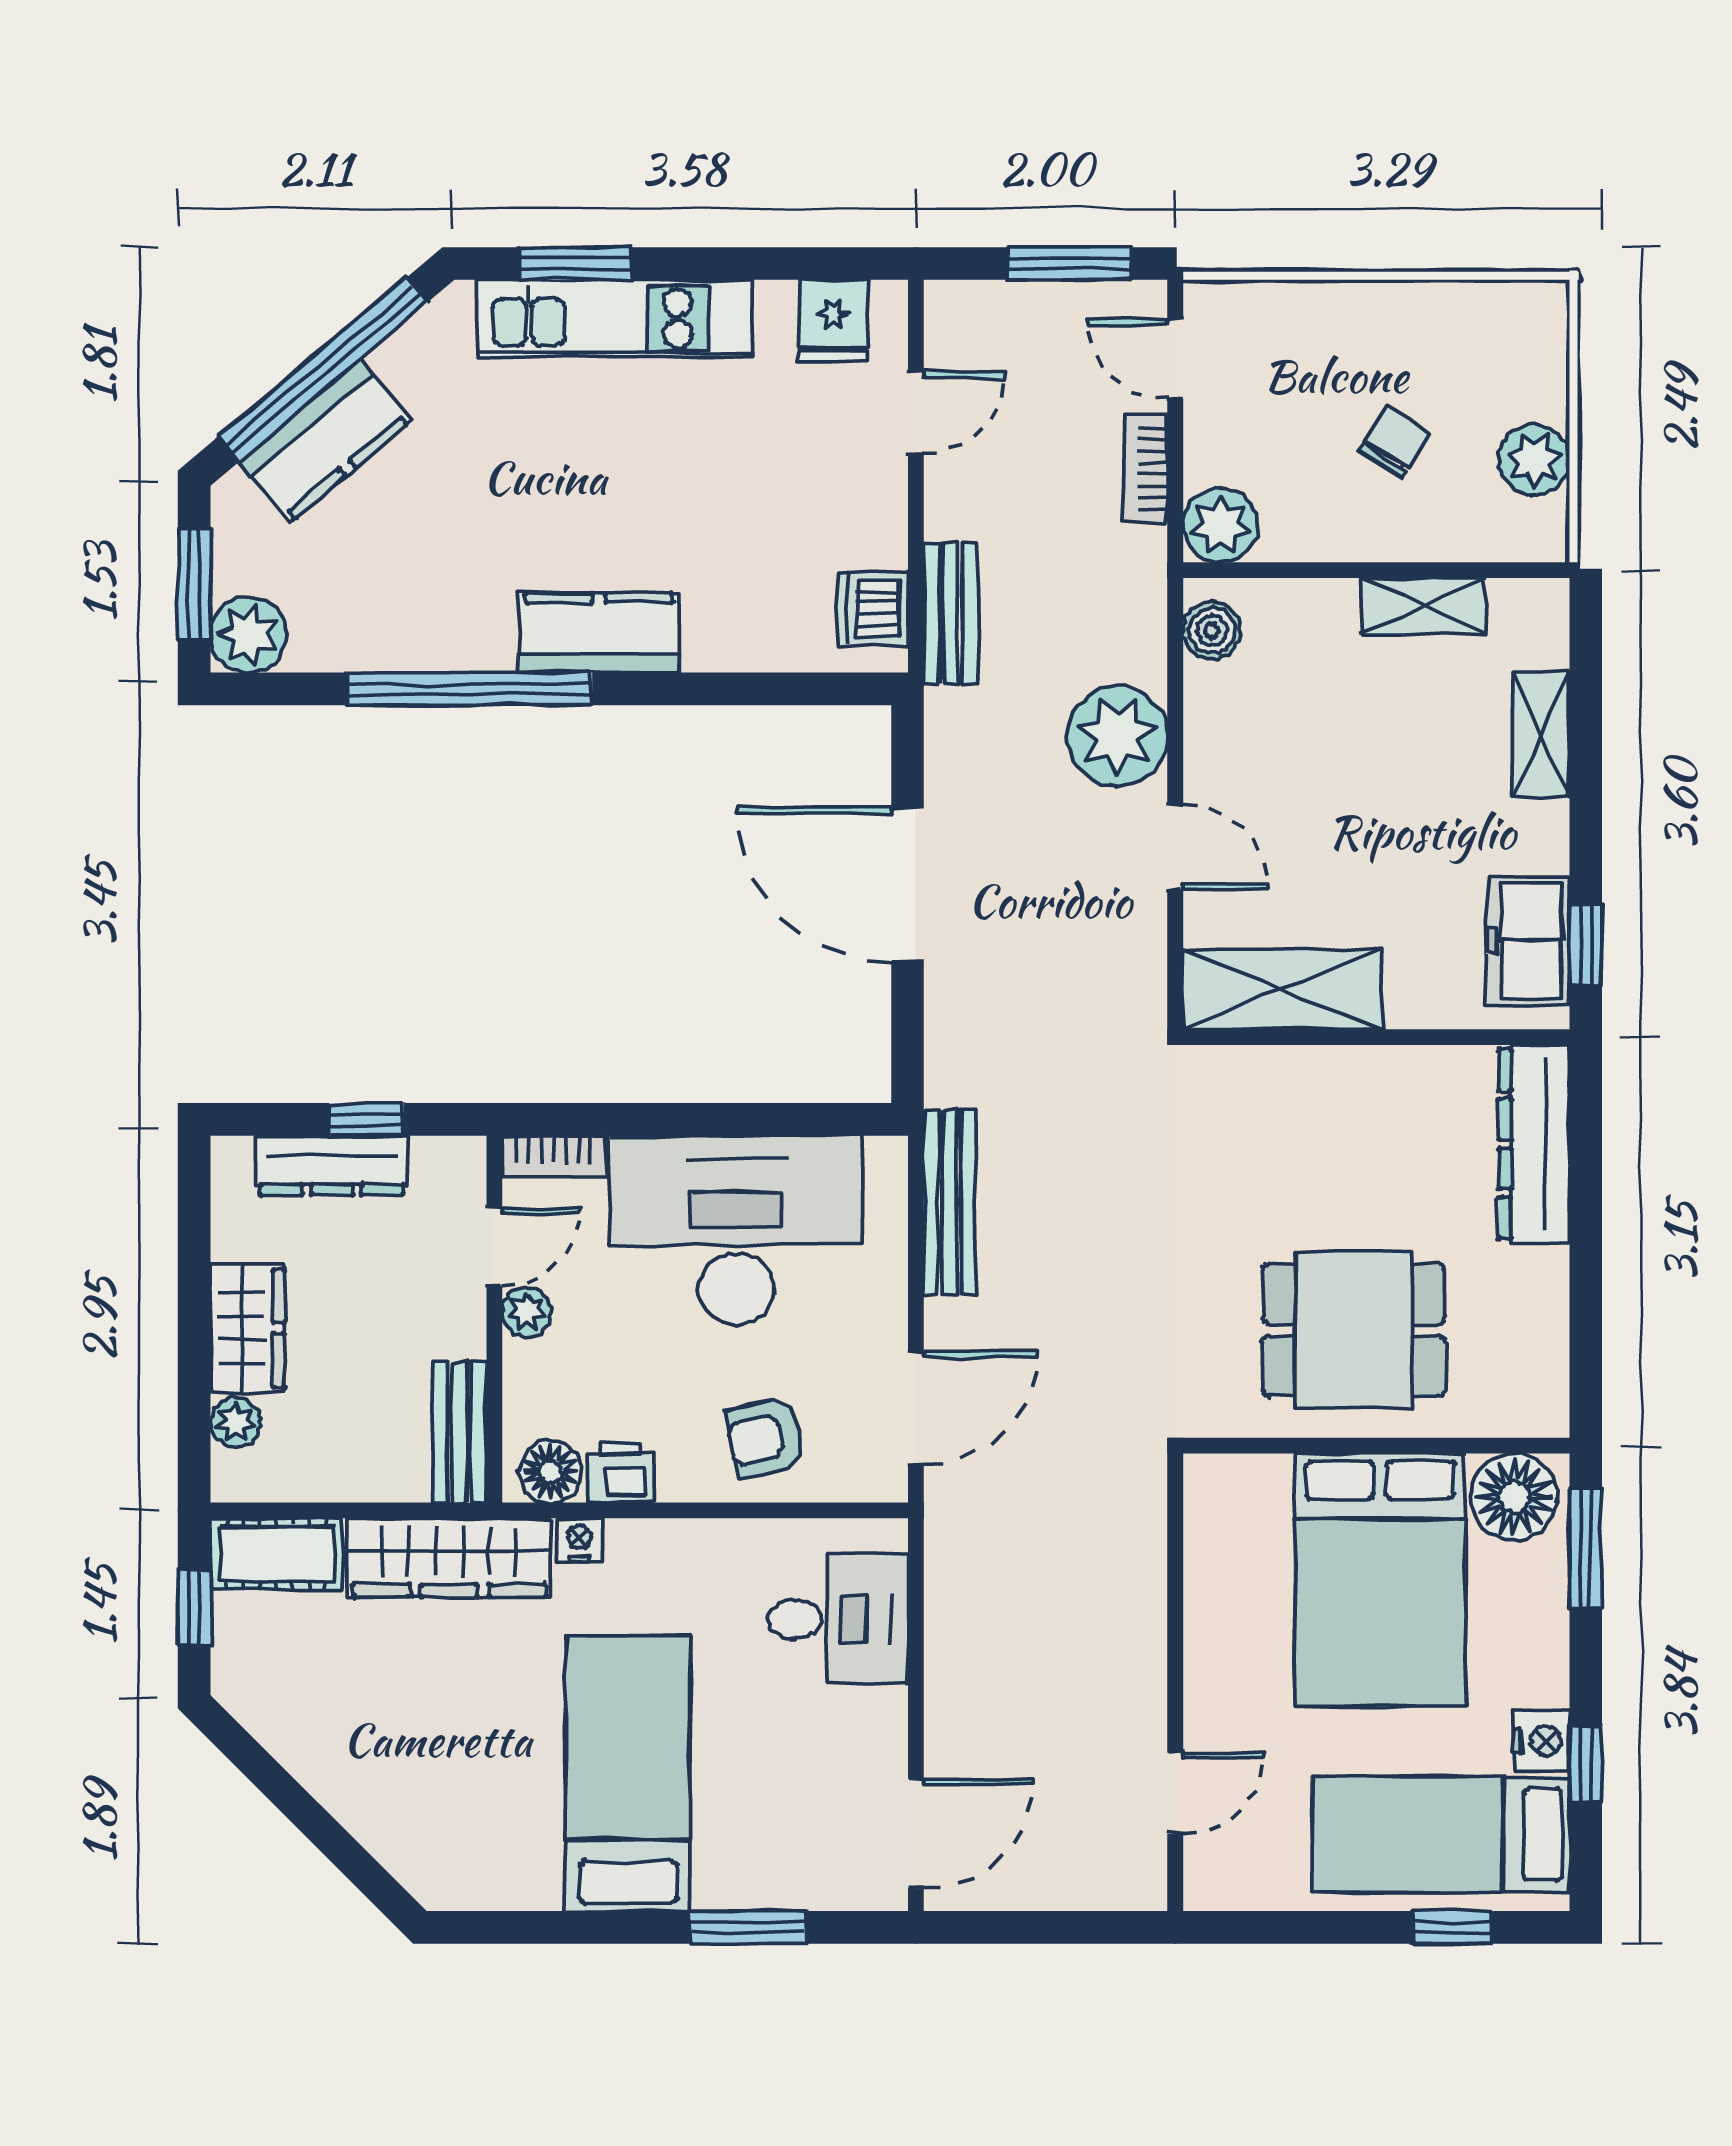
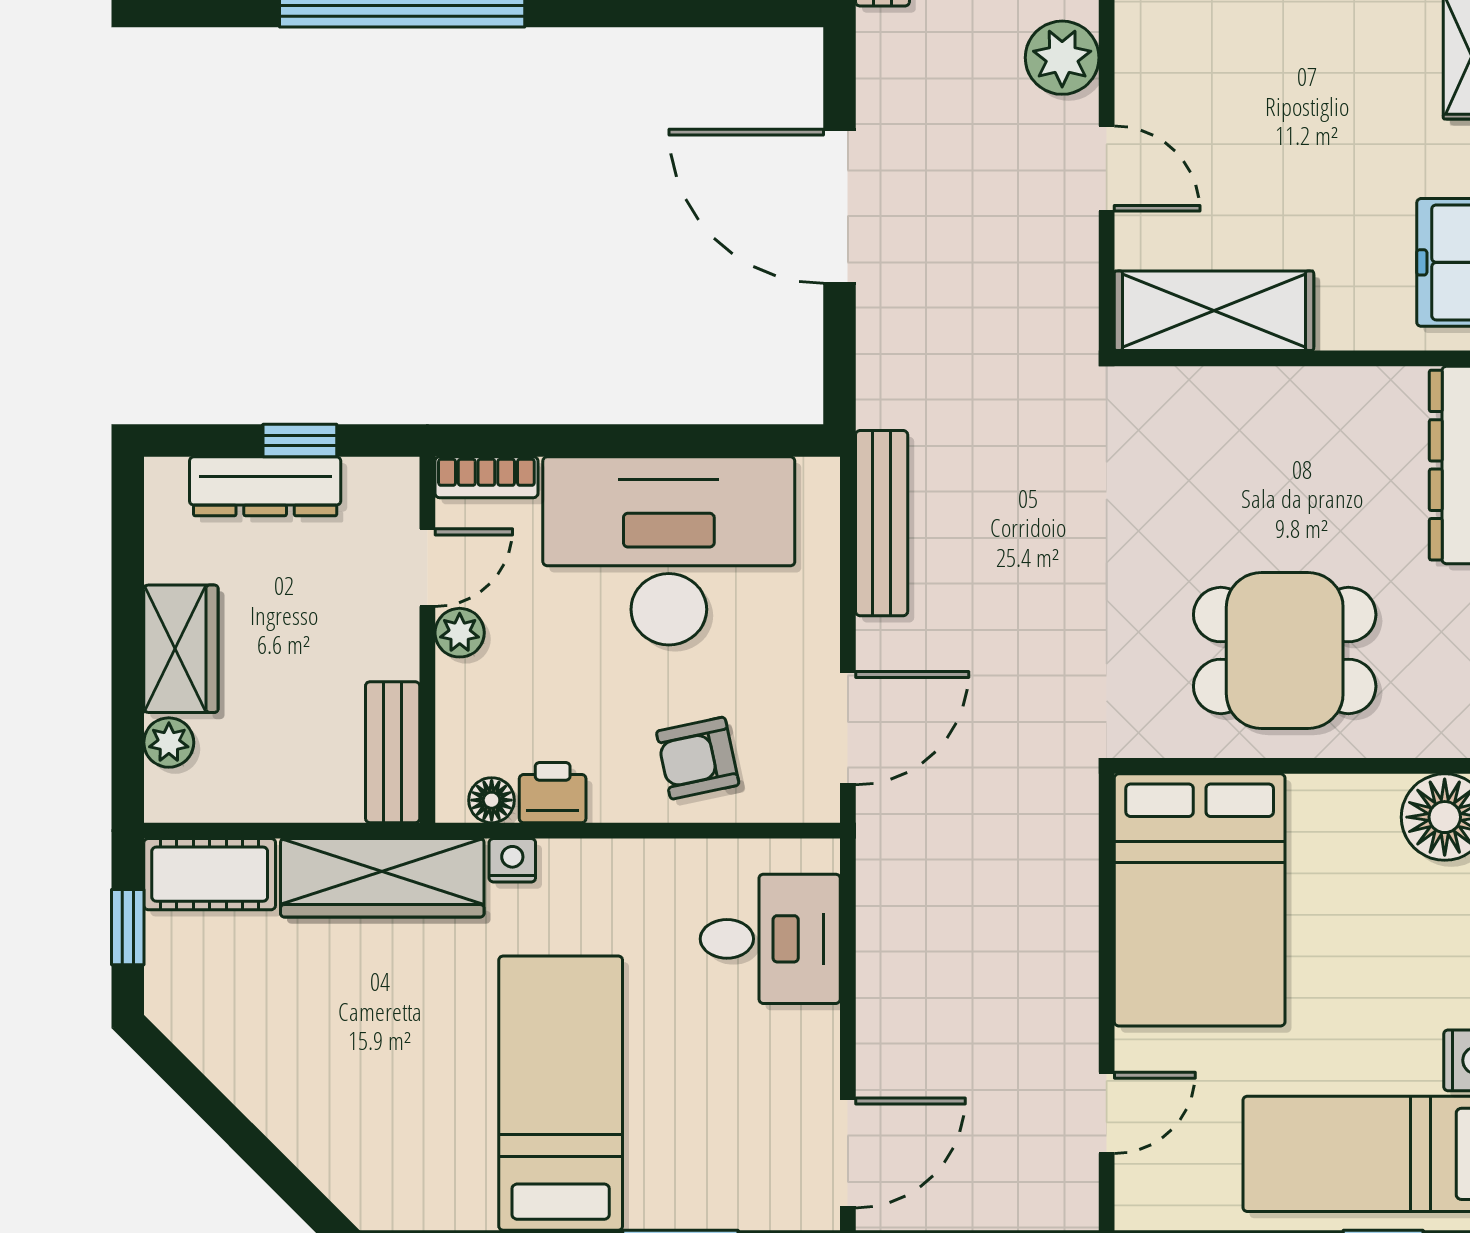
plant: (1117, 736) -> (1062, 58), width x0.73, depth x0.73
floor lamp: (550, 1472) -> (492, 800), width x0.73, depth x0.73
bed: (1380, 1580) -> (1200, 900), moved

